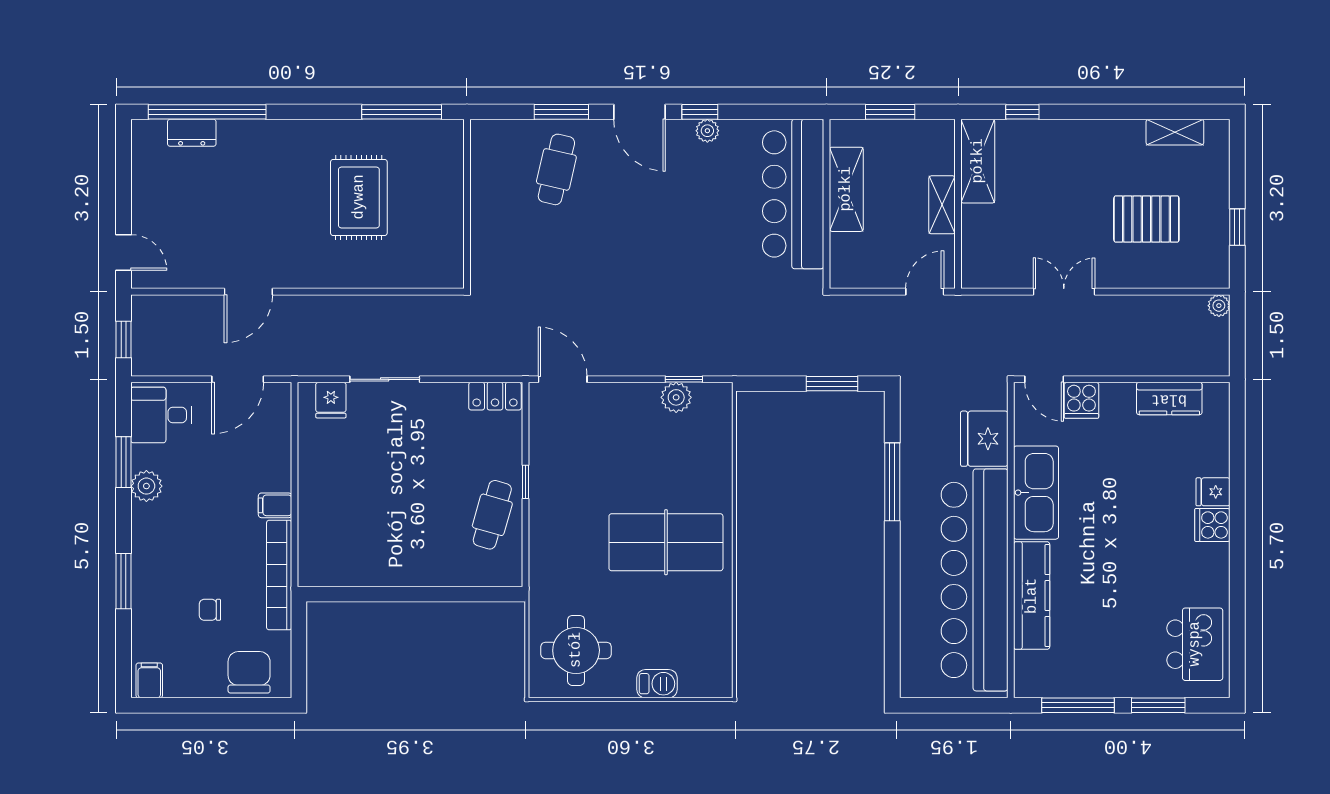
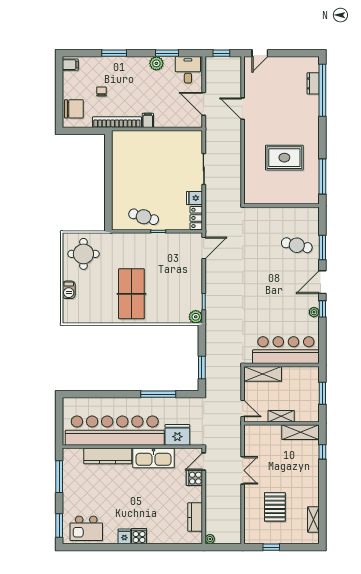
shelving: (846, 189) -> (263, 374), moved
plant: (1219, 306) -> (210, 539), moved
plant: (676, 397) -> (196, 317), moved
fridge: (331, 400) -> (194, 198), moved
fridge: (1213, 492) -> (124, 536), moved
window: (1158, 705) -> (59, 526), moved

